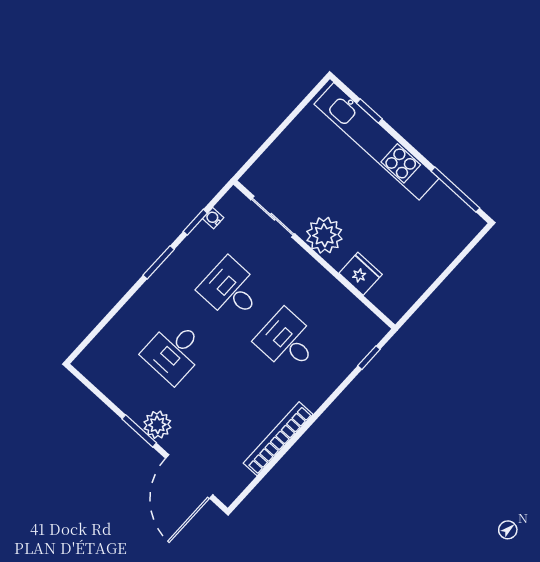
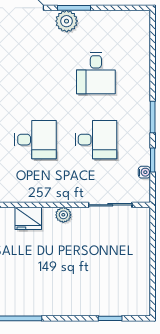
kitchen unit: (376, 141) -> (90, 304), removed
plant: (324, 235) -> (63, 215), width x0.53, depth x0.53
desk: (174, 351) -> (96, 73), turned 180

